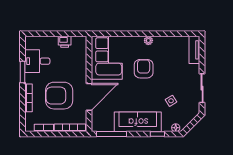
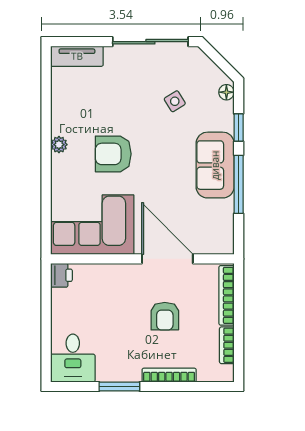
printer: (65, 42) -> (61, 275), moved
desk: (37, 61) -> (73, 358), moved
sliding door: (202, 88) -> (150, 42), width x1.37
armchair: (59, 96) -> (165, 316), width x0.53, depth x0.53
sofa: (138, 122) -> (215, 165), width x0.73
window: (112, 134) -> (239, 184), moved

